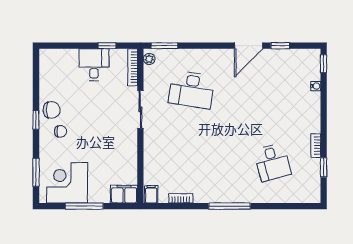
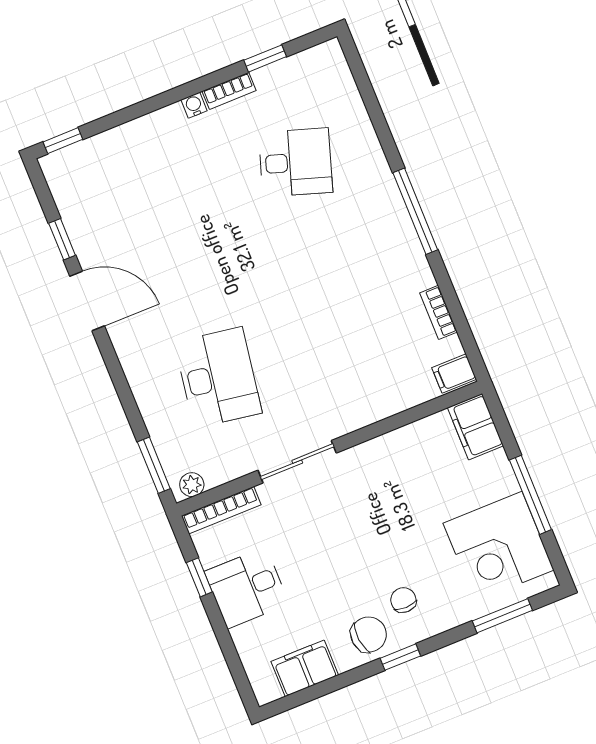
filing cabinet: (48, 76) -> (305, 668), added
water cooler: (316, 86) -> (194, 105), moved
chair: (52, 110) -> (369, 635), turned 84
desk: (272, 162) -> (295, 162), turned 33

